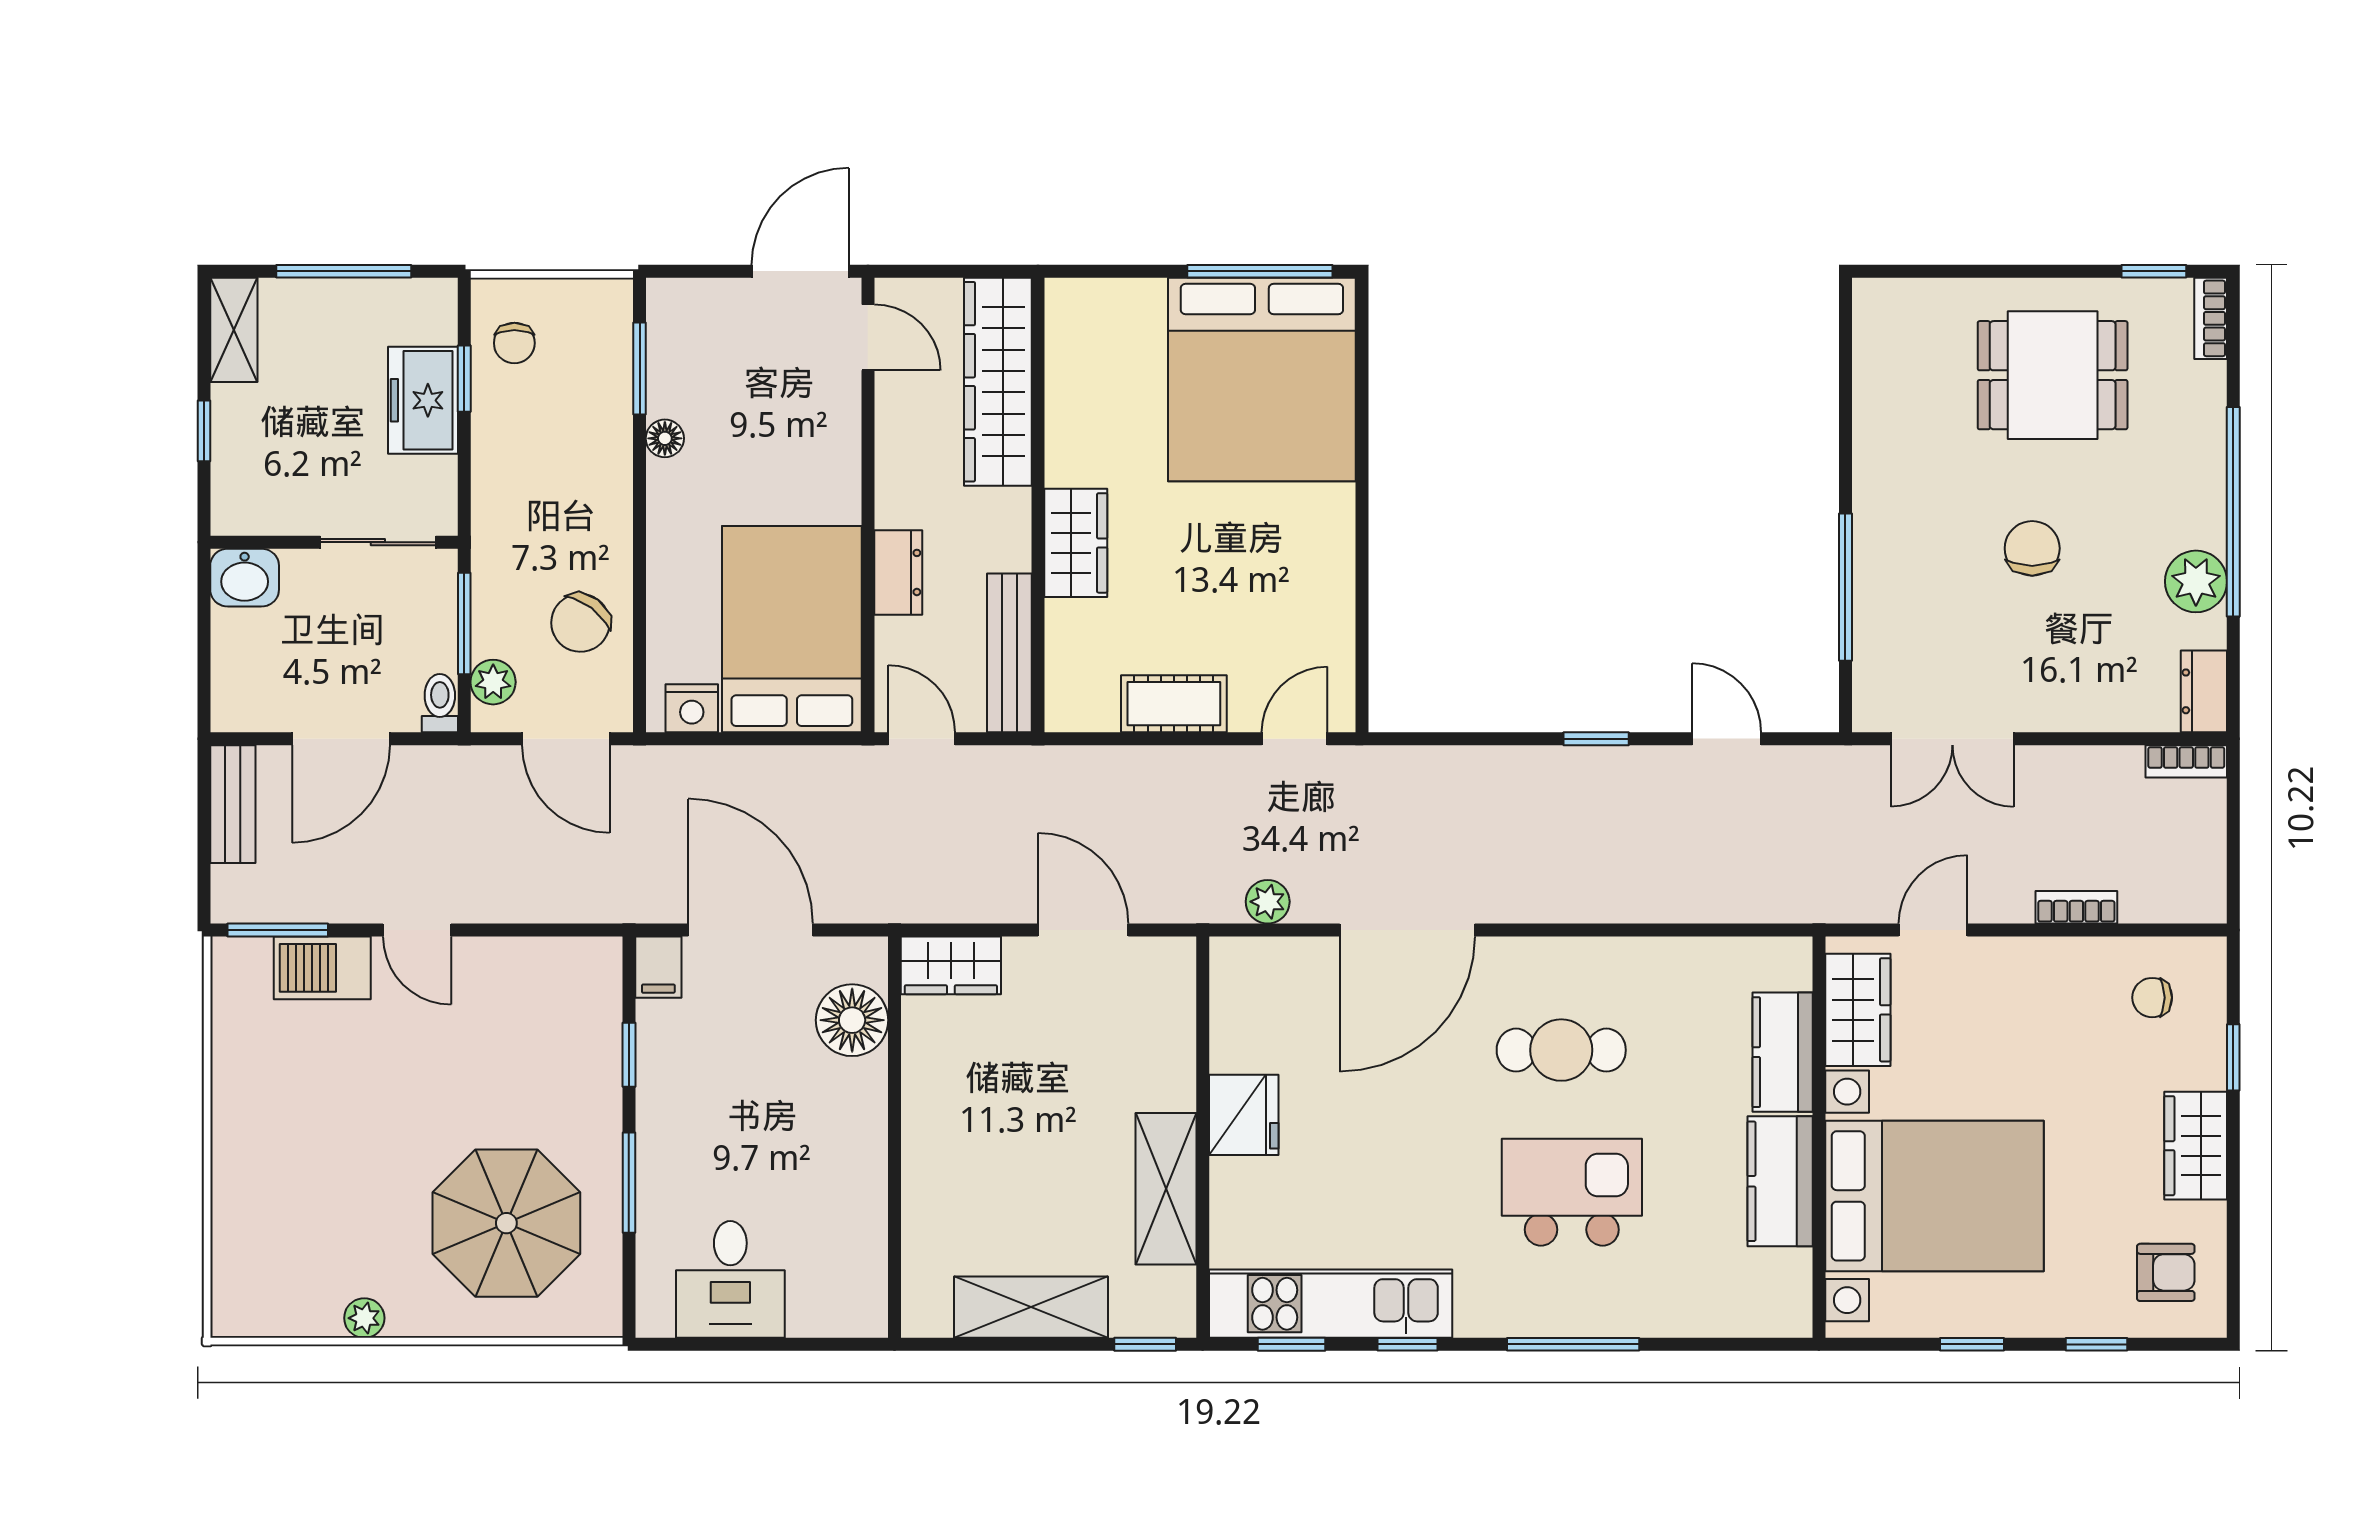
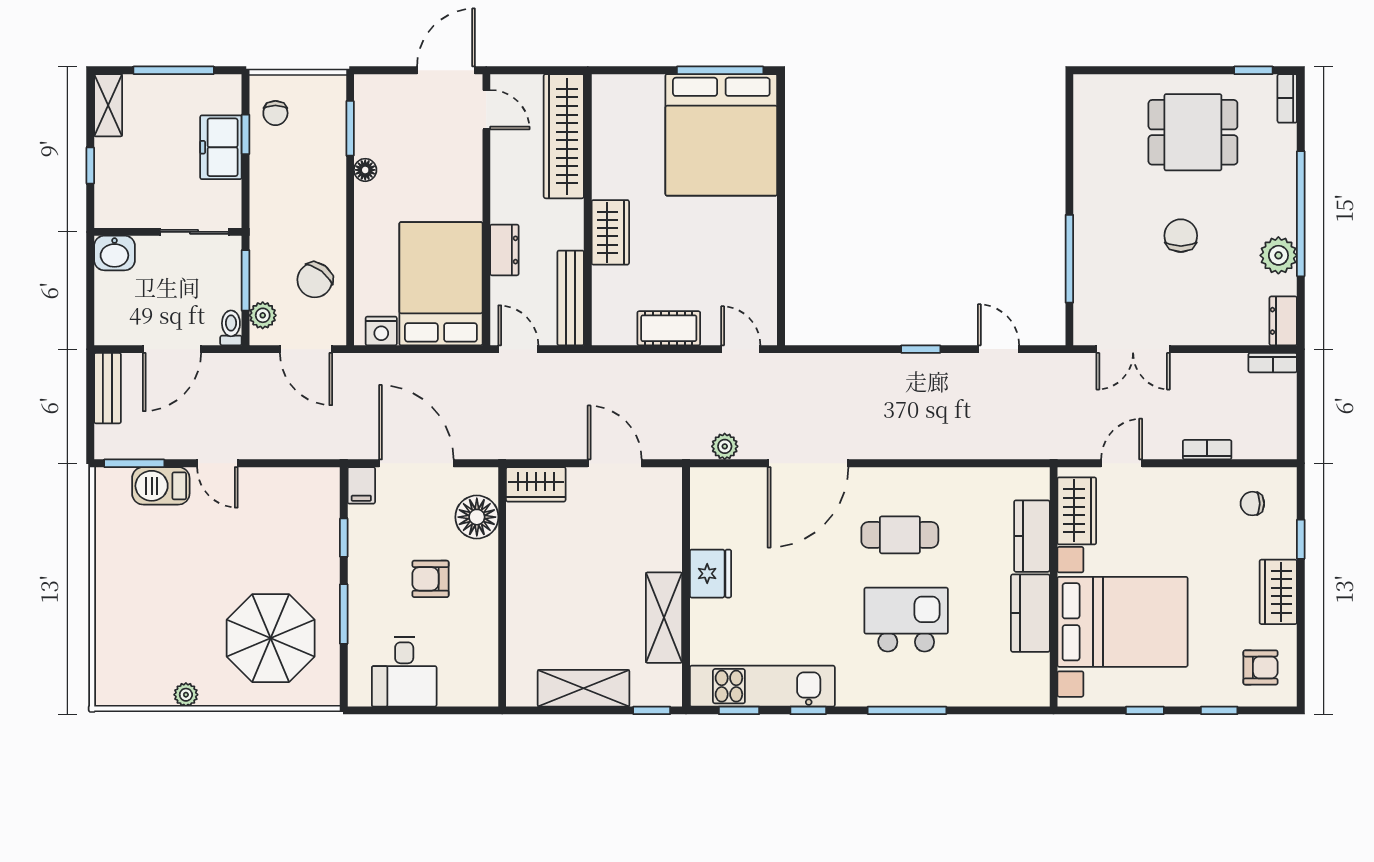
door: (1295, 739) -> (741, 349), hinge flipped
armchair: (774, 1124) -> (431, 579), added

